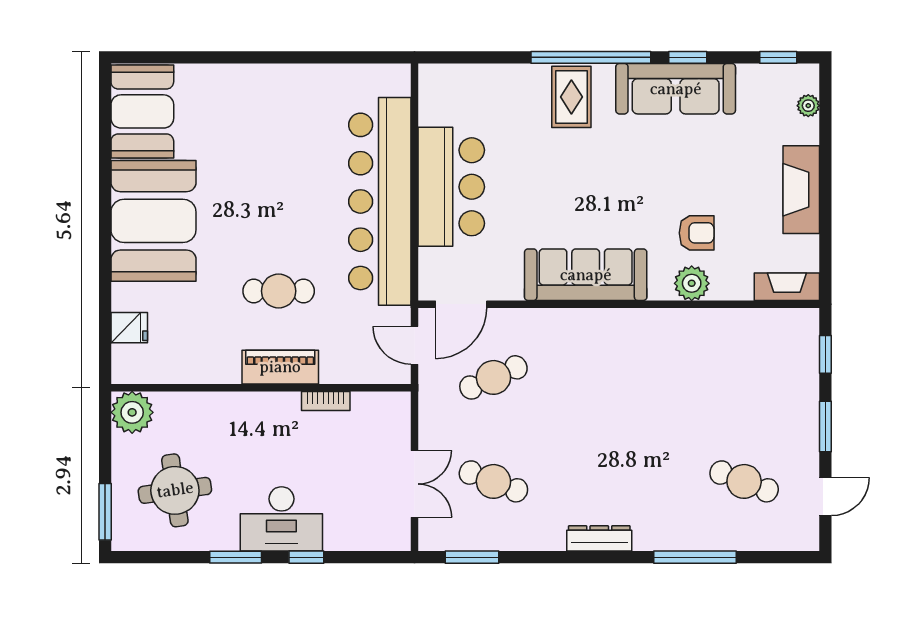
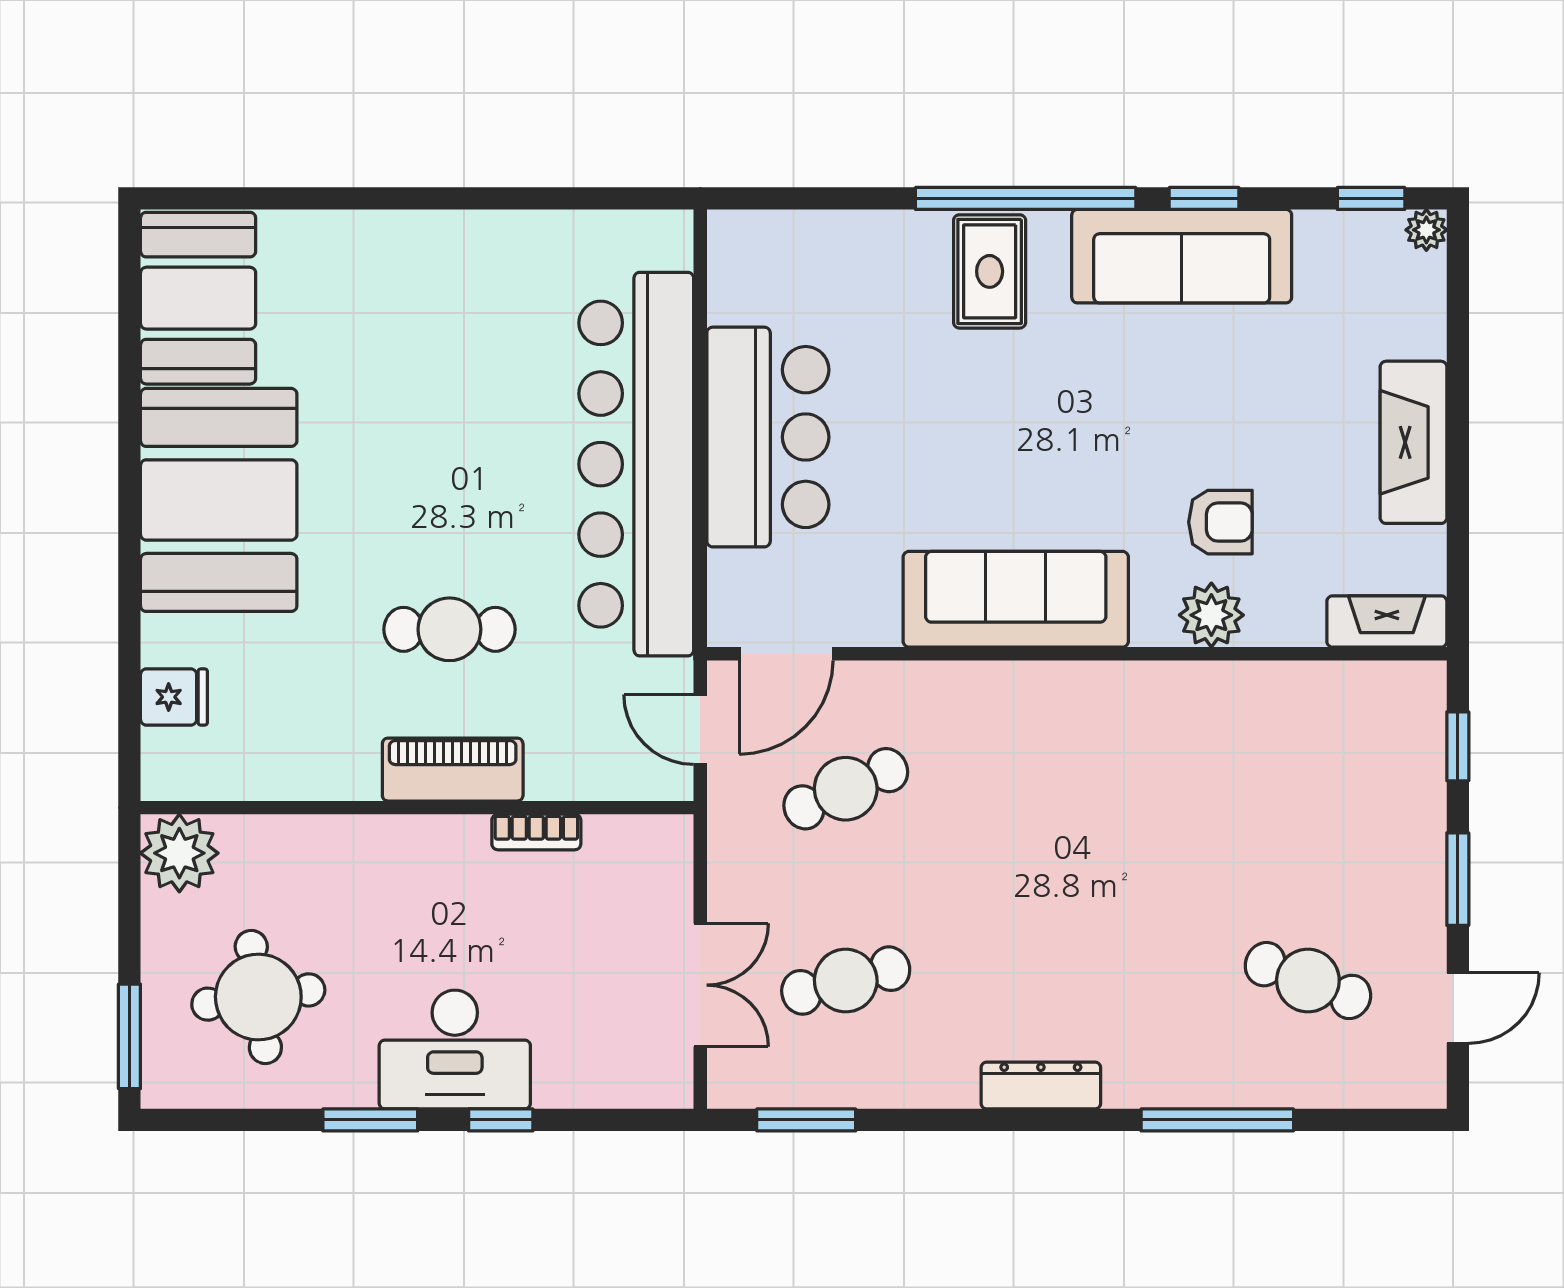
plant: (808, 106) -> (1426, 230), moved
cafe table: (493, 481) -> (846, 981), turned -36

